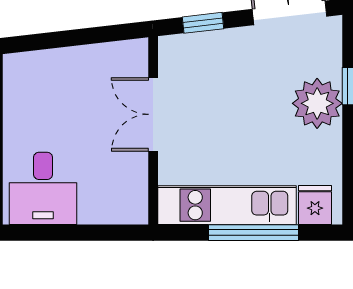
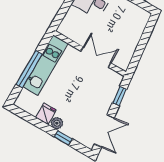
plant: (317, 103) -> (57, 123), width x0.53, depth x0.53
fridge: (315, 205) -> (46, 114), moved, turned -90

